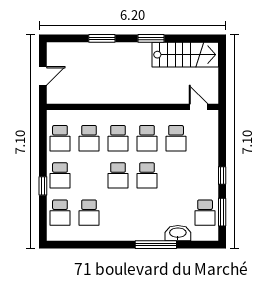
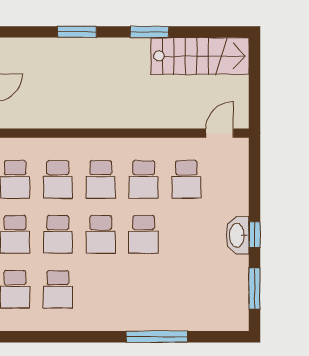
door: (198, 107) -> (220, 133), hinge flipped
school desk: (205, 213) -> (58, 234), moved
washbasin: (178, 233) -> (237, 235), moved, turned -90

